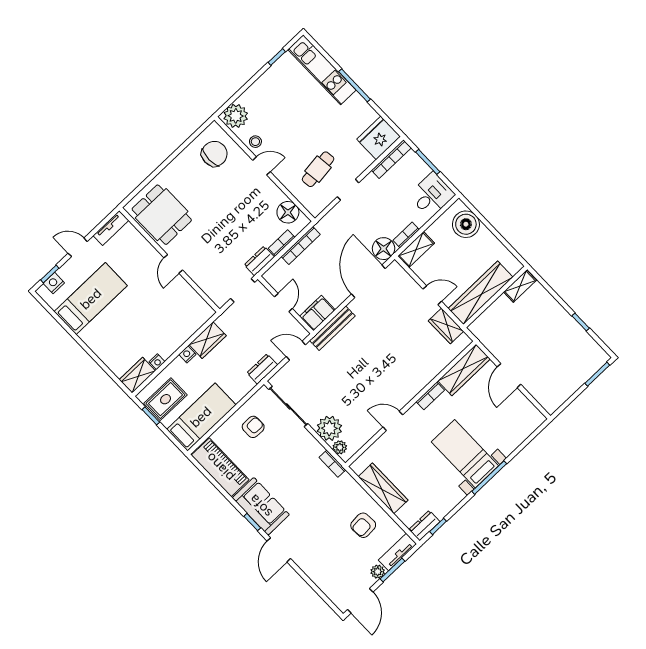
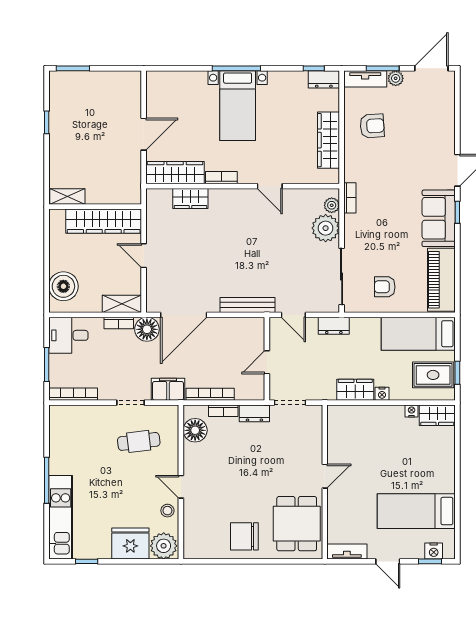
fridge: (379, 138) -> (130, 543), moved, turned 180
chair: (214, 154) -> (244, 536), moved
filing cabinet: (317, 313) -> (168, 389), moved, turned 180
wardrobe: (446, 326) -> (190, 198), moved, turned 90

